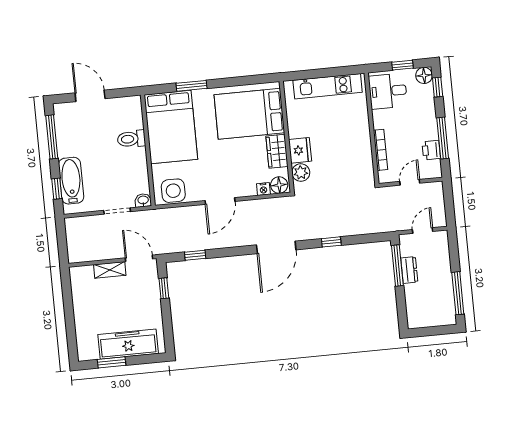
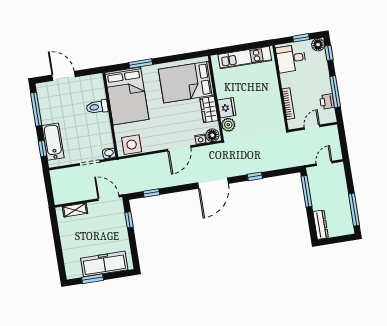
door: (220, 201) -> (179, 148), moved
shelving: (110, 270) -> (75, 210), moved
dresser: (409, 270) -> (321, 225), moved, width x1.44

